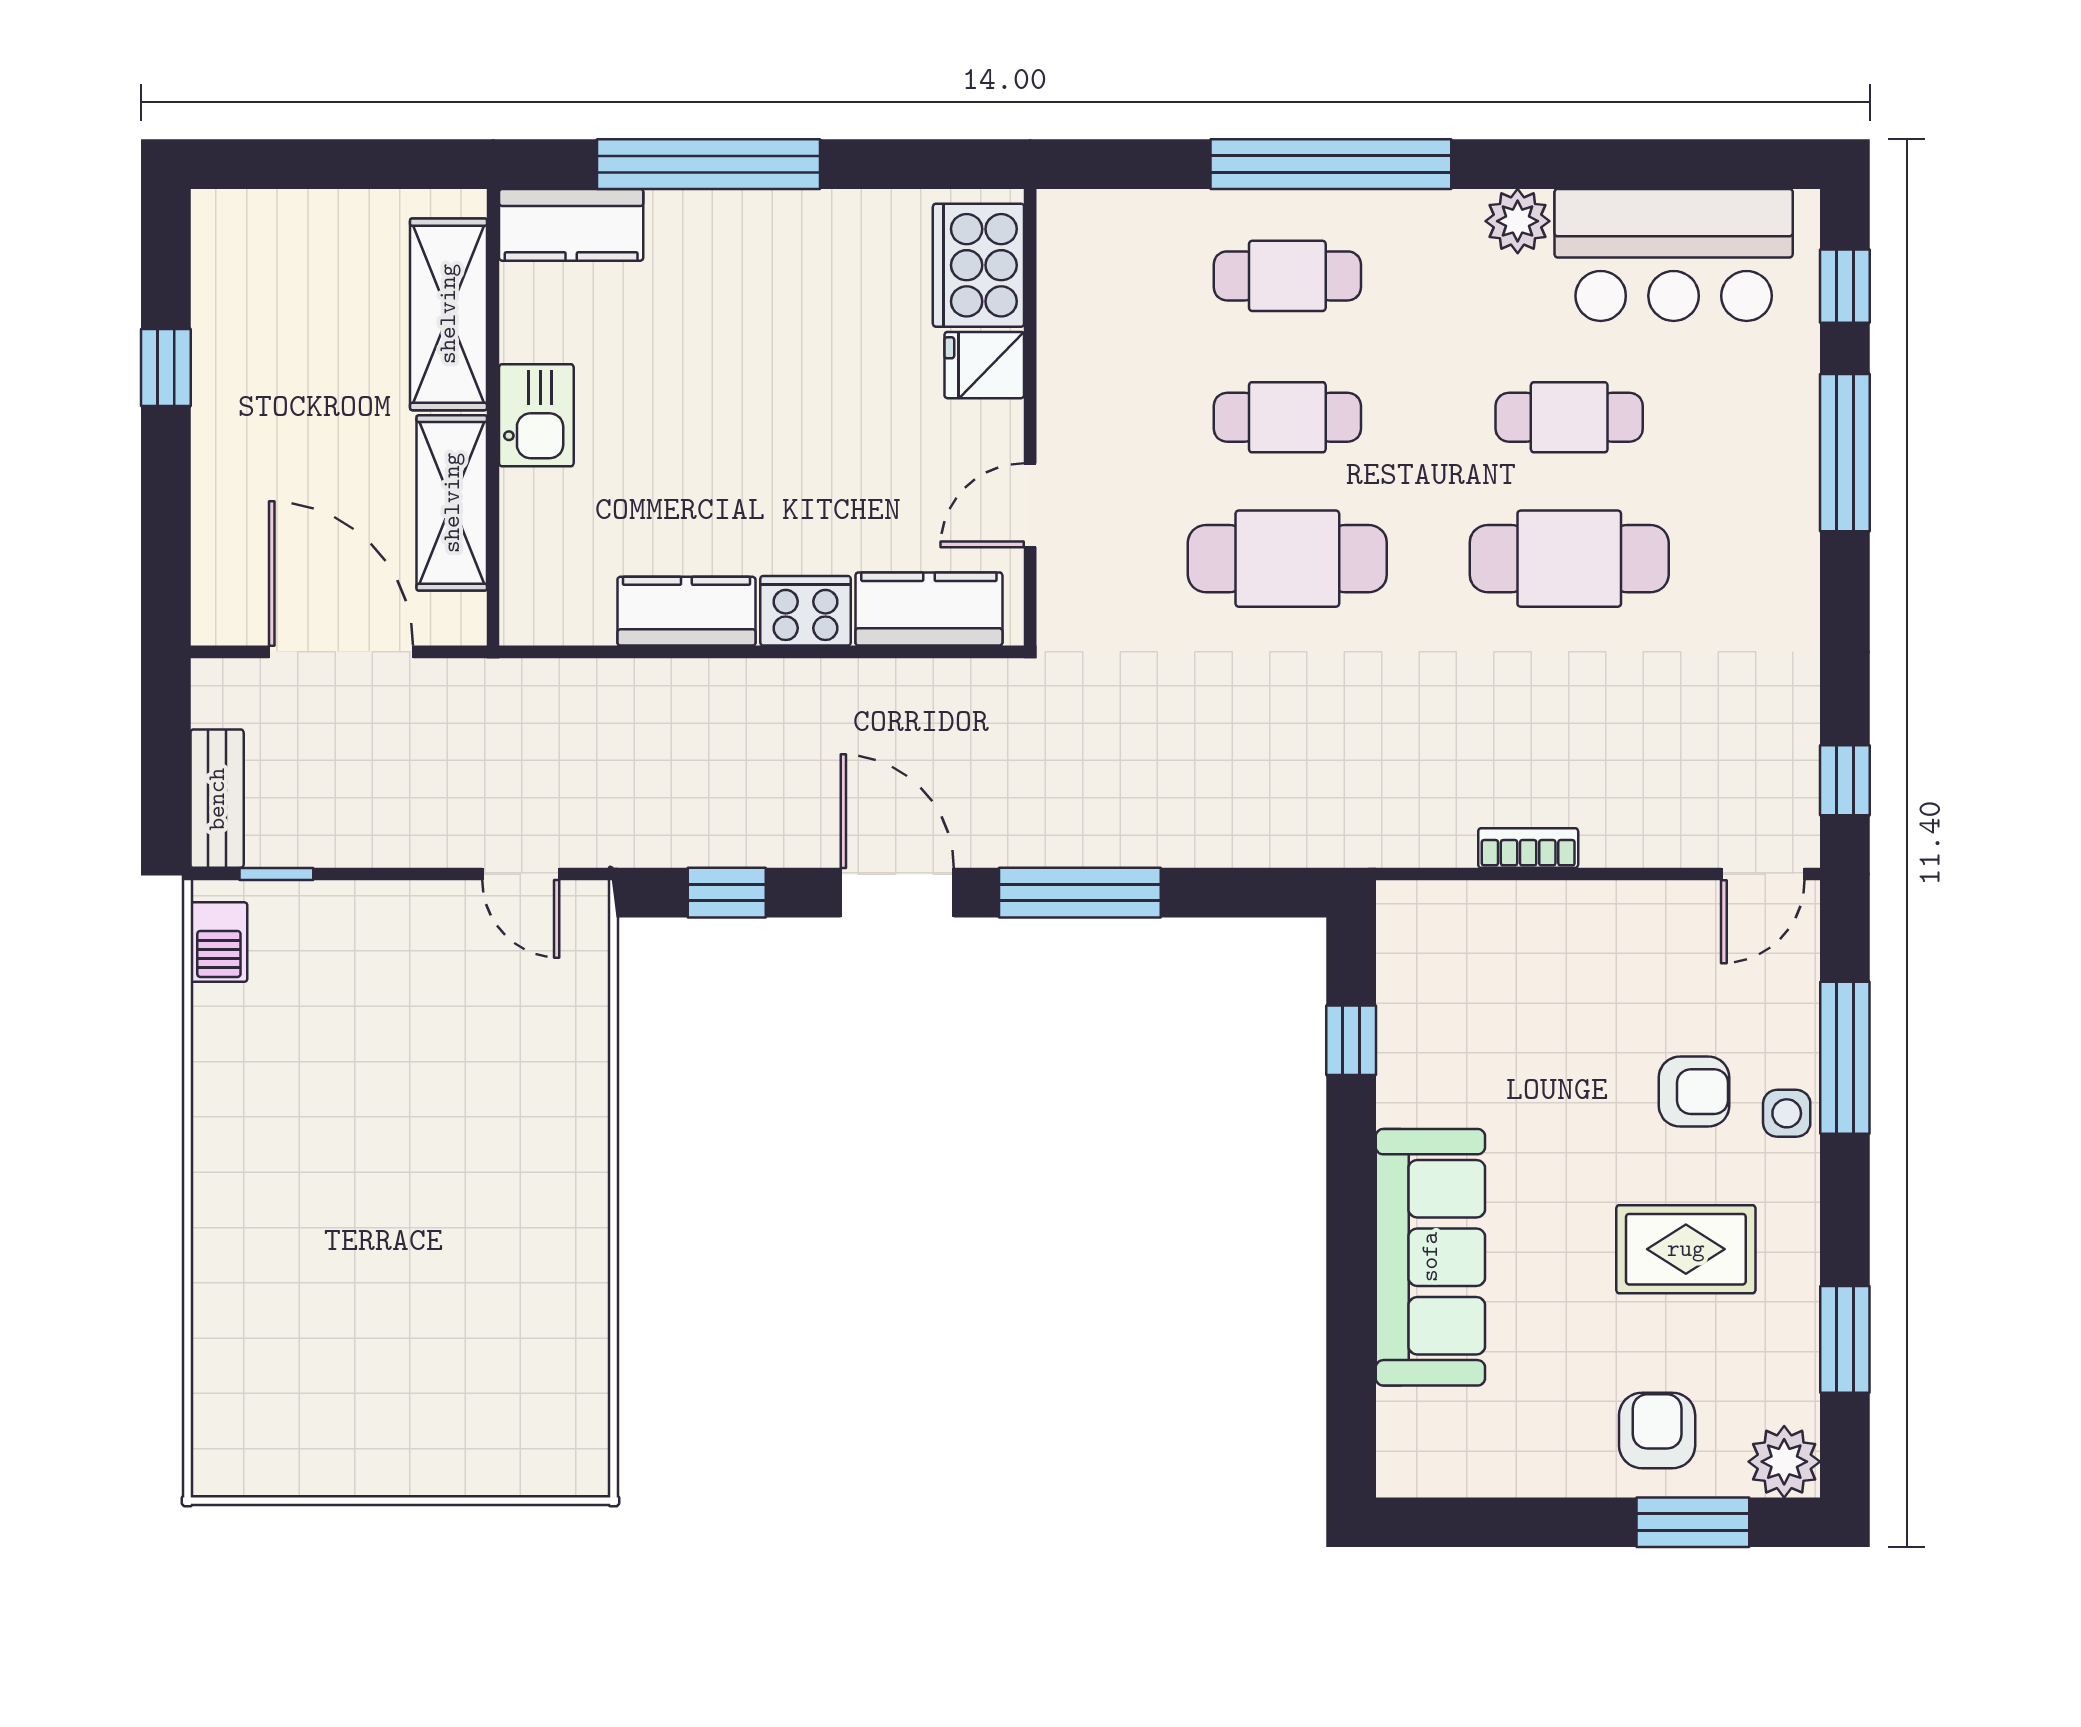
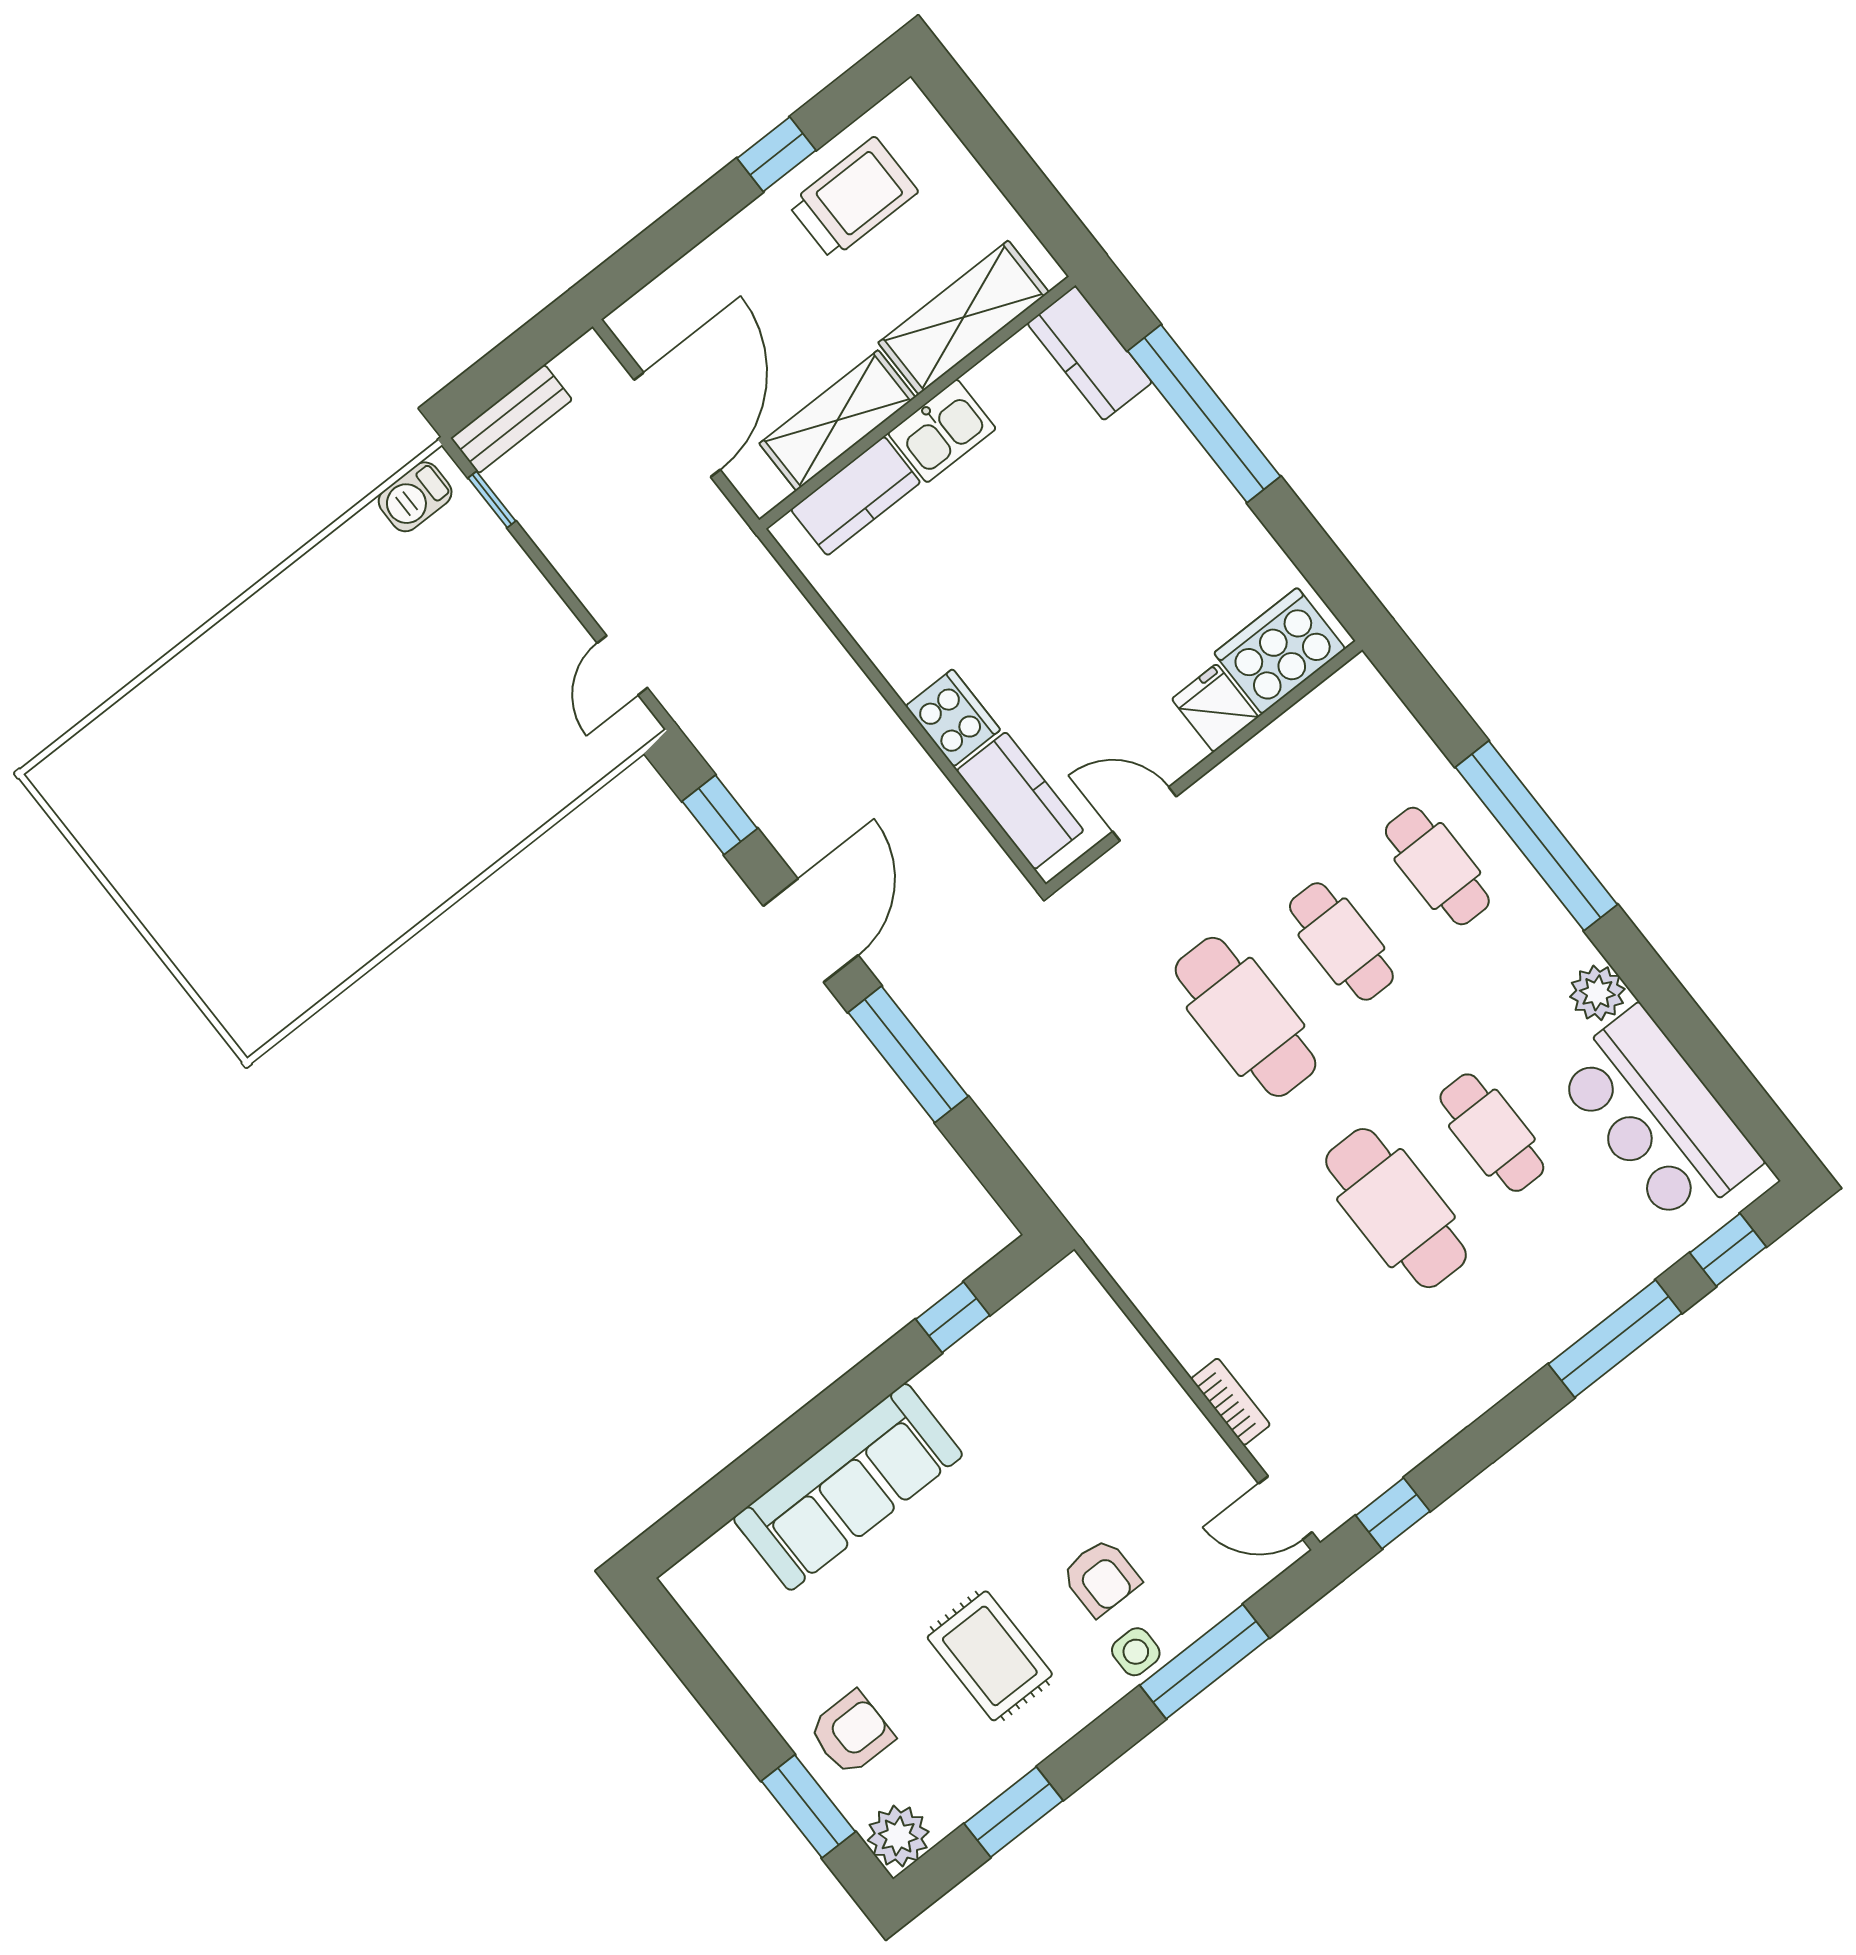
trolley: (261, 329) -> (853, 198), added
kitchen counter: (686, 611) -> (856, 496), moved, turned 90
bookcase: (1528, 848) -> (1231, 1402), moved

